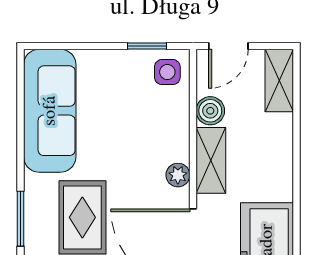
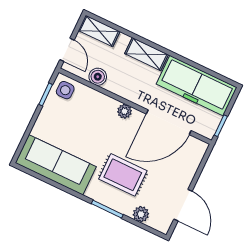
shelving: (211, 160) -> (146, 54), moved

